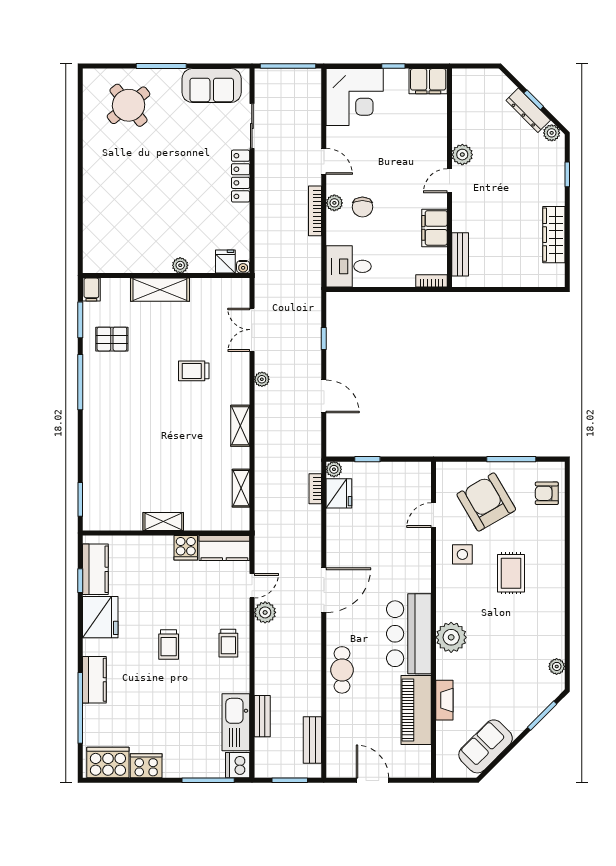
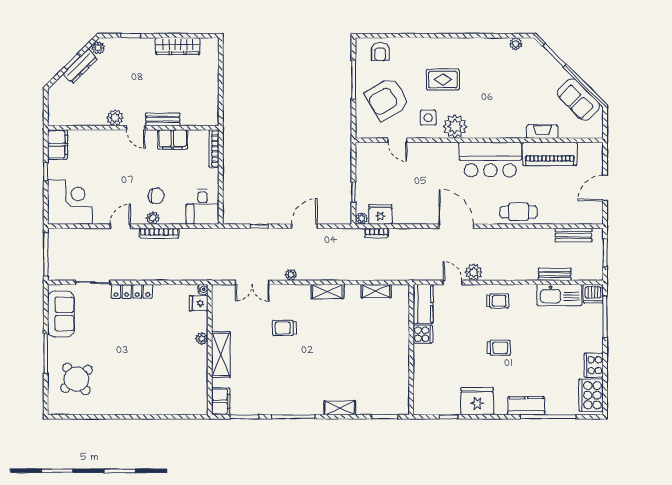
bench: (460, 254) -> (163, 119), moved
bookcase: (431, 281) -> (214, 149), width x1.56
filing cabinet: (91, 290) -> (221, 401), width x2.00
pallet: (112, 339) -> (259, 392), removed
trolley: (194, 371) -> (284, 328), turned 90
shelving: (163, 521) -> (340, 408), moved, turned 90
kitchen counter: (95, 569) -> (440, 405), removed
plant: (451, 637) -> (455, 126), moved

